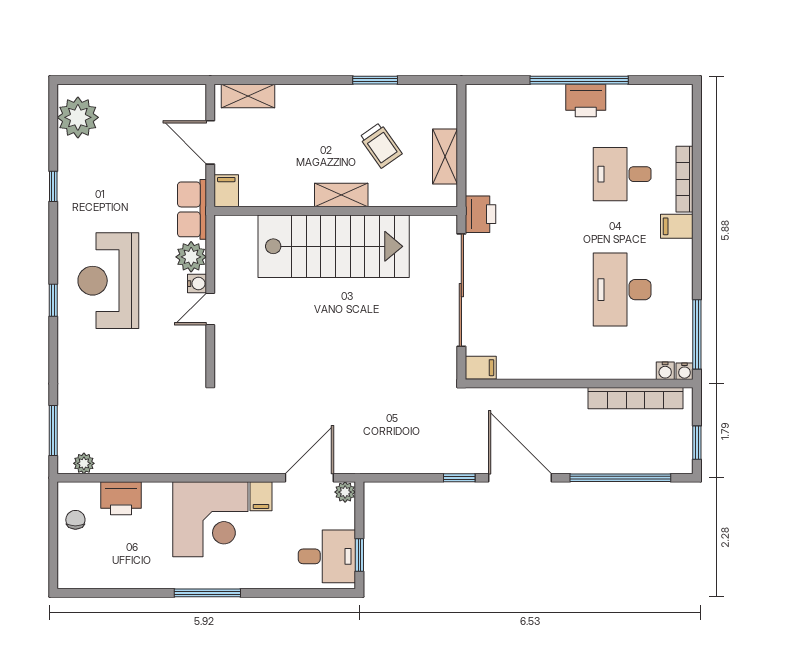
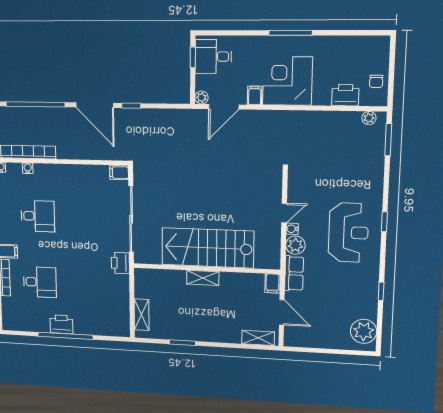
trolley: (381, 145) -> (179, 305), removed
shelving: (445, 156) -> (142, 315), moved
desk: (622, 290) -> (38, 216), width x0.73
water cooler: (665, 371) -> (28, 168), moved

